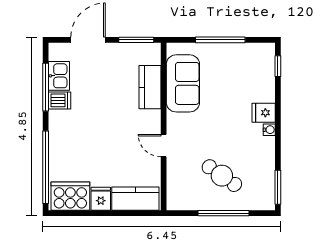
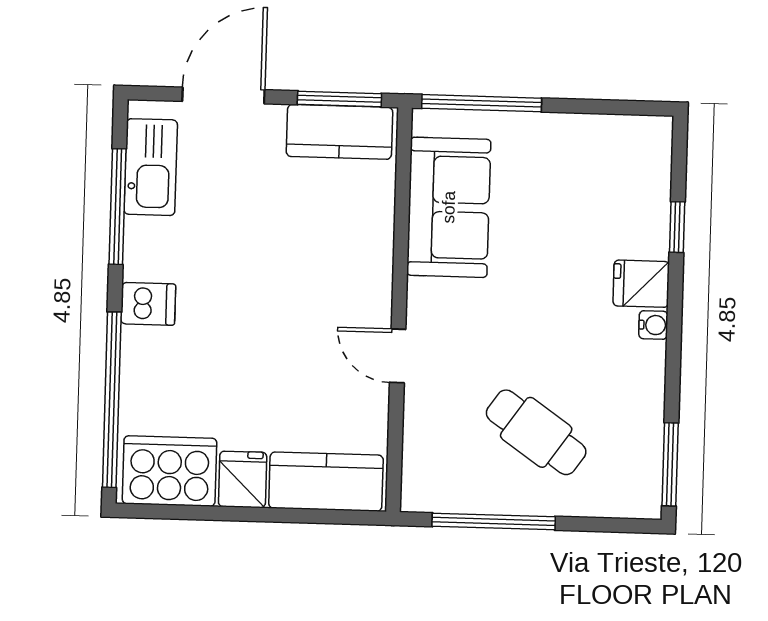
window: (220, 40) -> (482, 103), moved
window: (278, 66) -> (677, 227), moved
kitchen sink: (59, 76) -> (151, 167), width x1.38
kitchen counter: (150, 87) -> (339, 132), moved, turned -90
dishwasher: (59, 100) -> (148, 304), moved
window: (223, 213) -> (494, 521), moved

